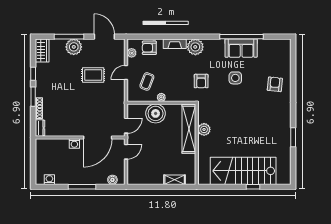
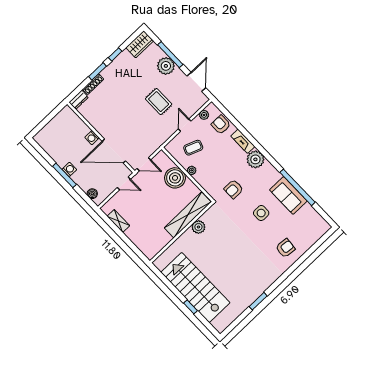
door: (126, 73) -> (185, 125), hinge flipped
washing machine: (49, 180) -> (69, 169), moved
shelving: (175, 180) -> (118, 221), moved

